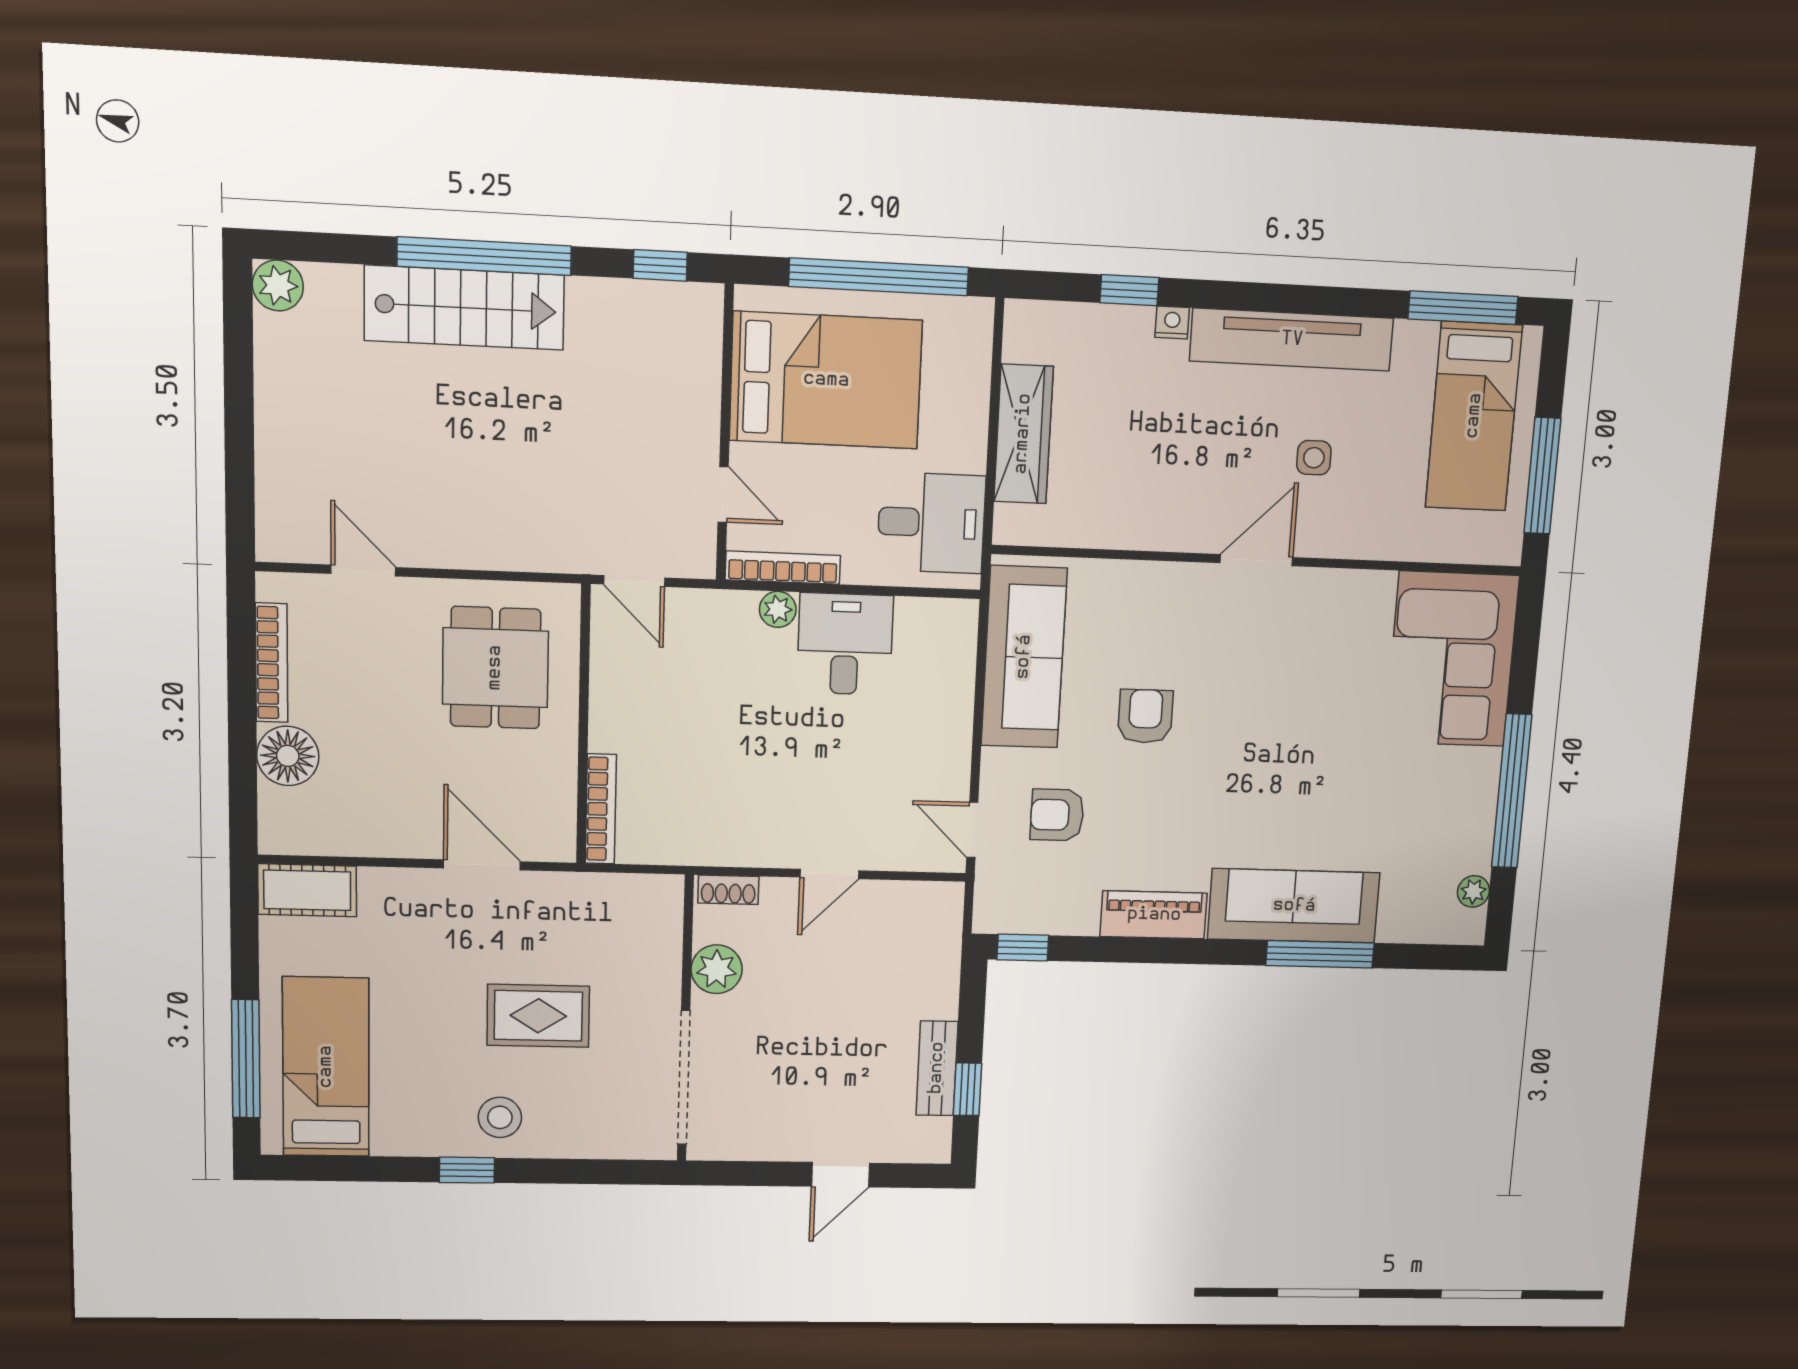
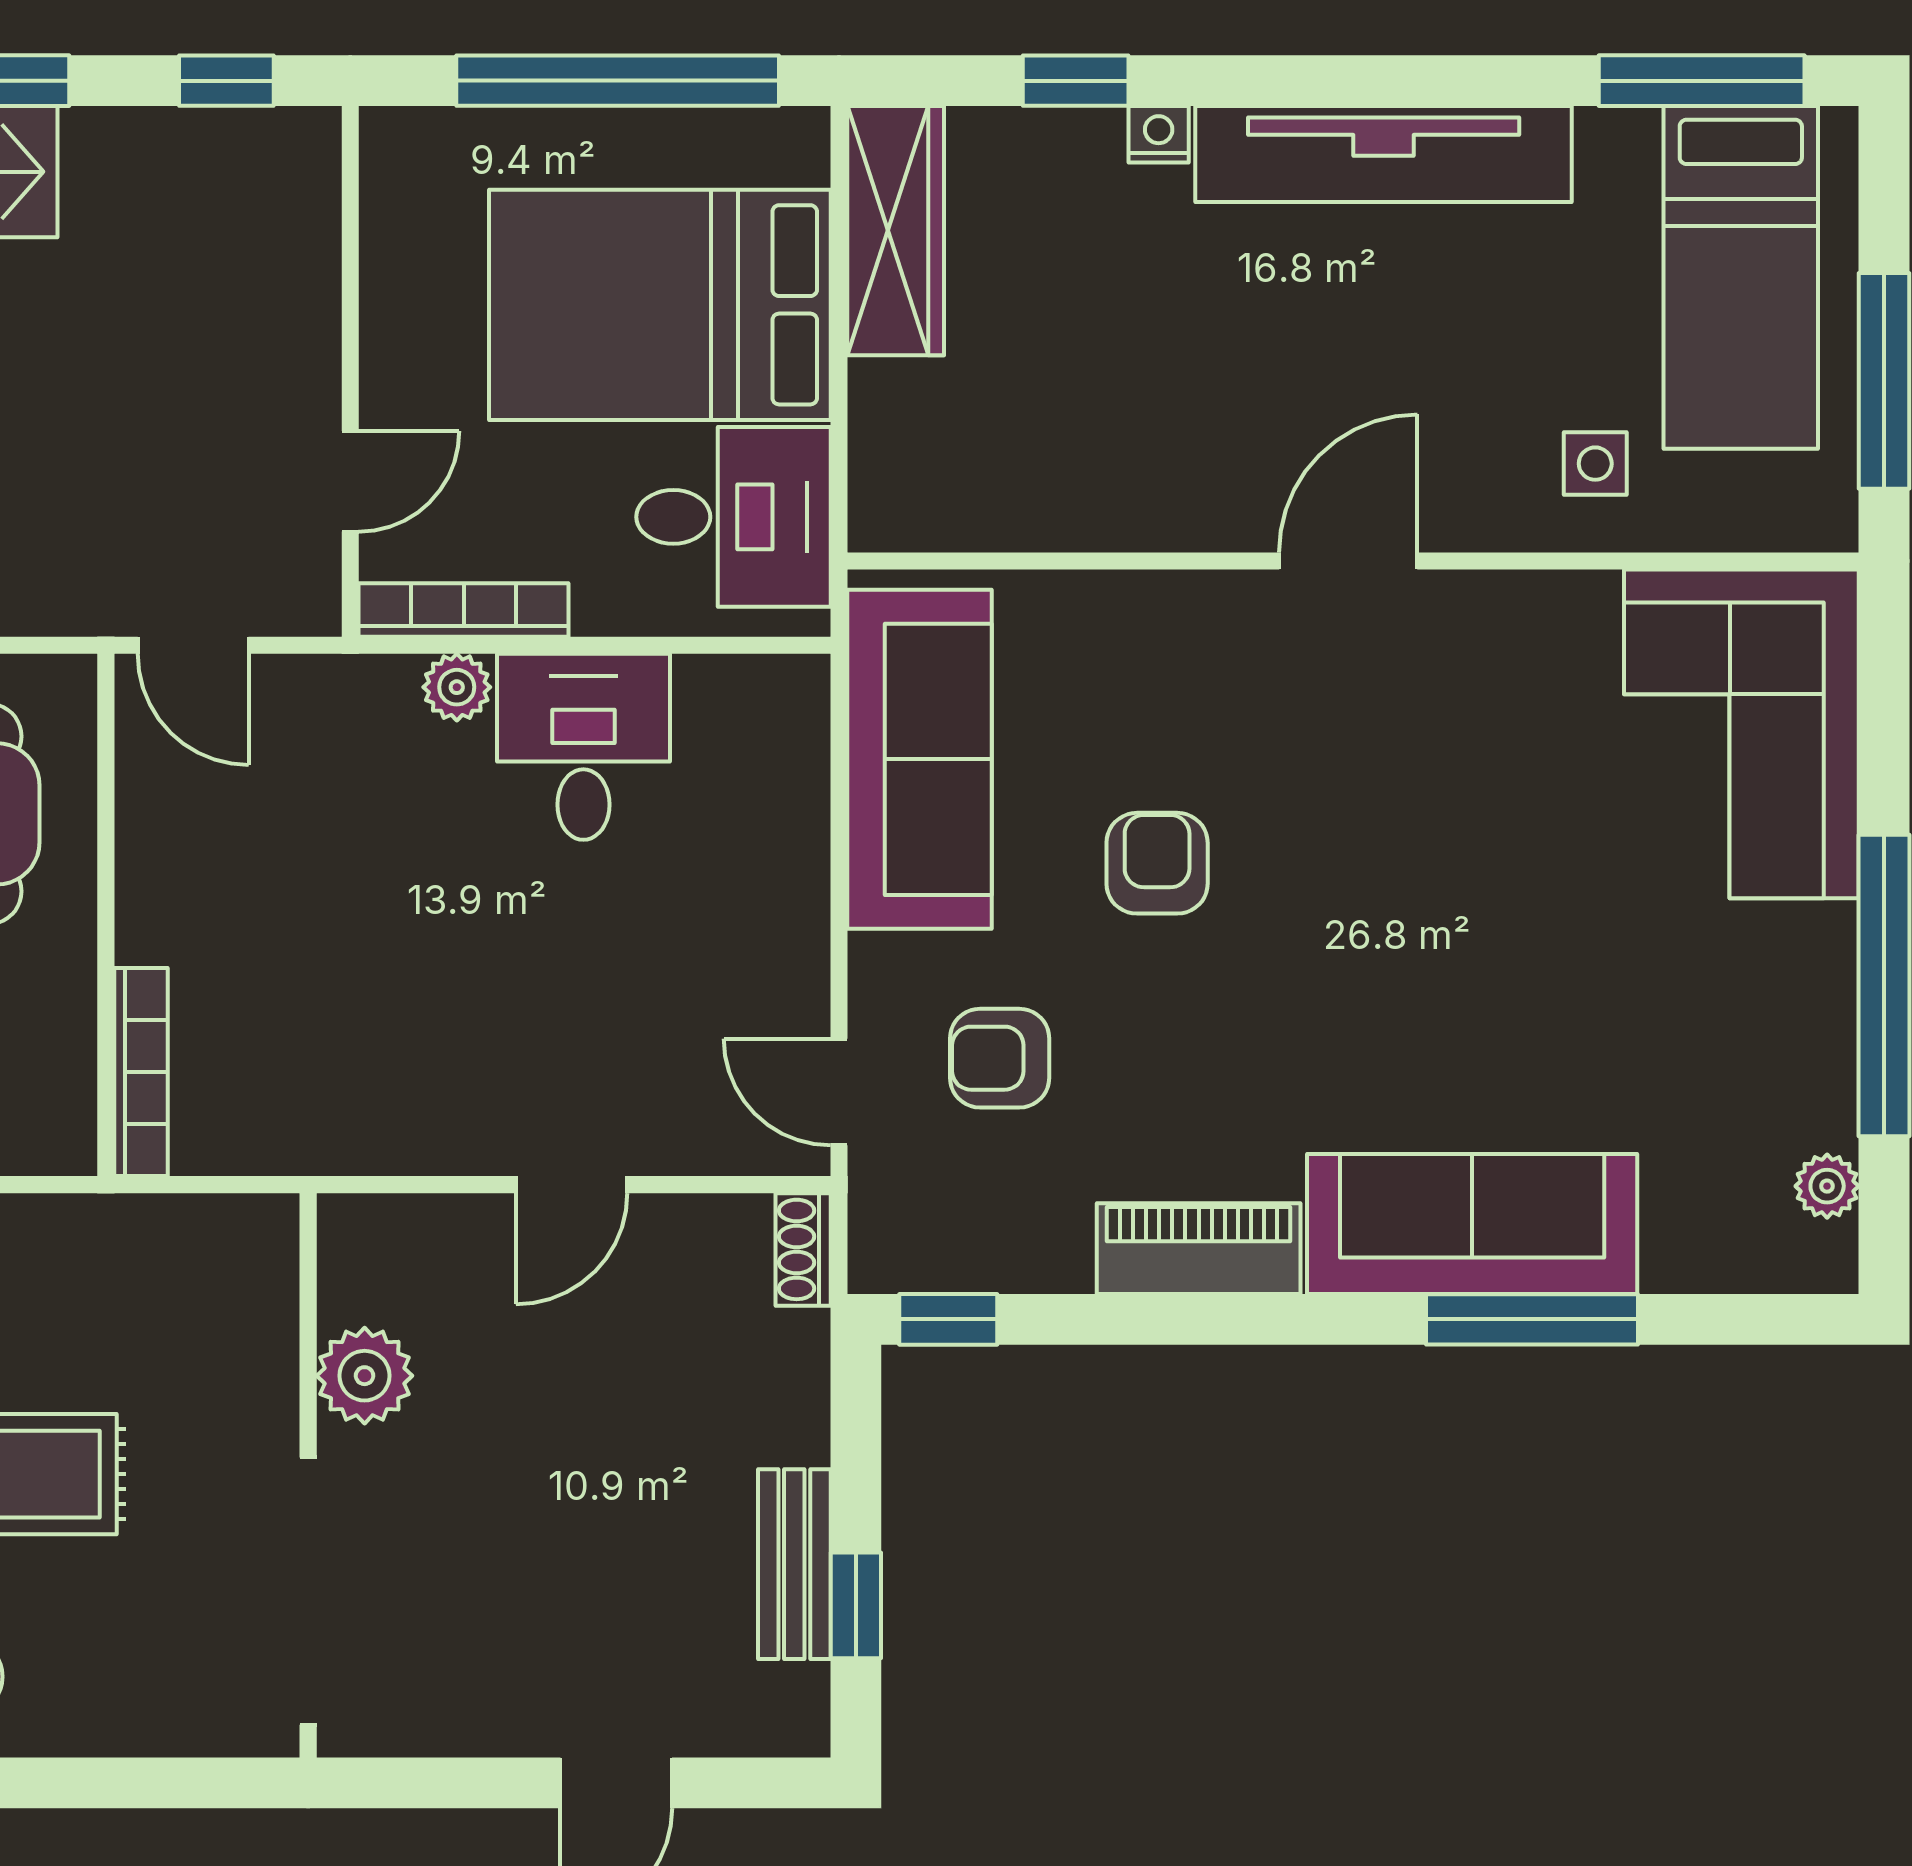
bed: (826, 380) -> (660, 305), moved, turned 180
wardrobe: (1023, 434) -> (896, 231), moved
side table: (1314, 458) -> (1595, 464), moved
door: (723, 494) -> (350, 481), hinge flipped
shoe rack: (728, 890) -> (803, 1249), moved, turned 90

